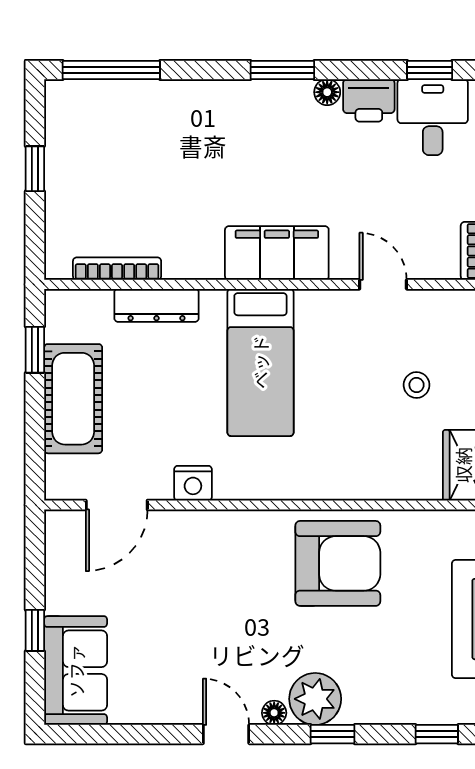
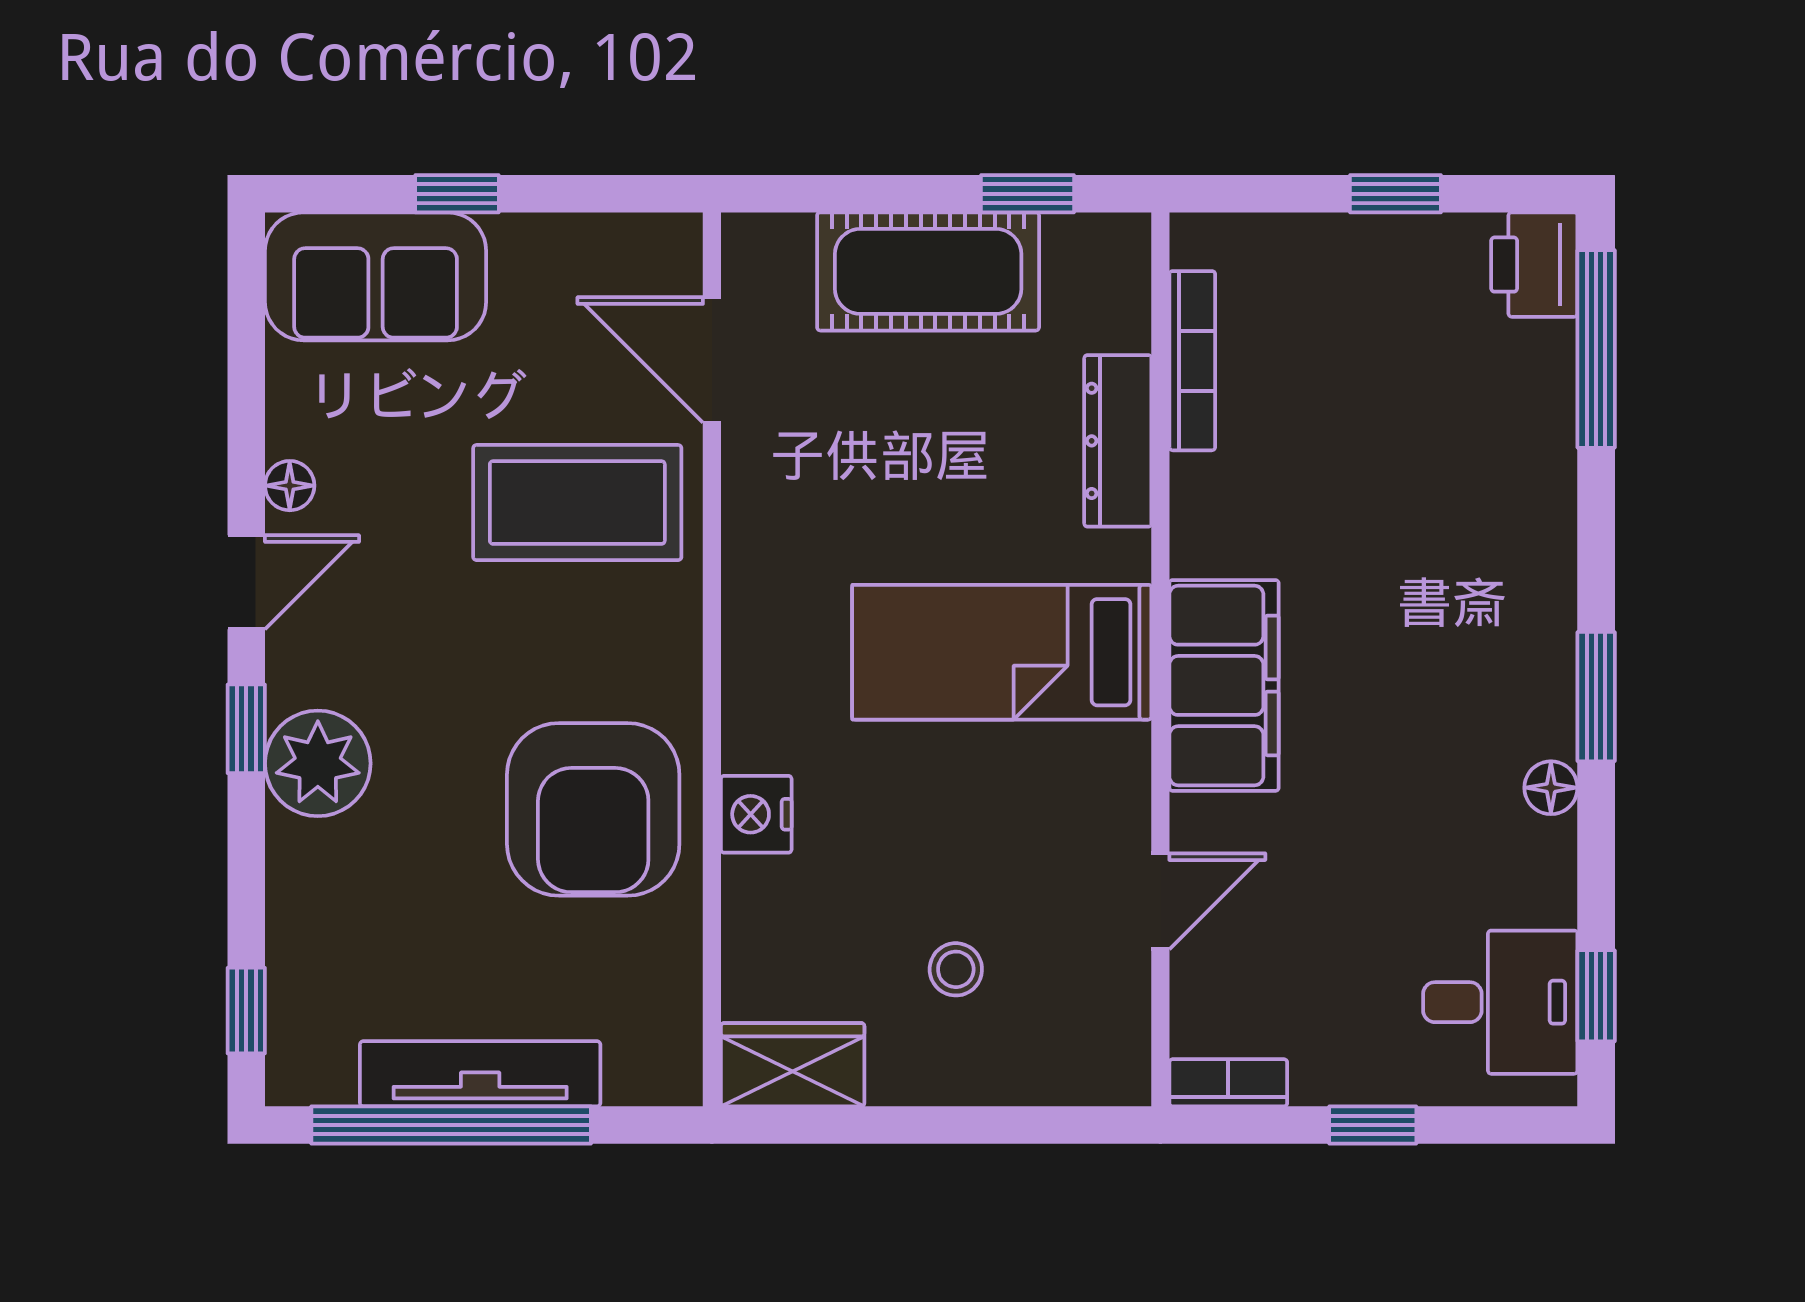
printer: (369, 100) -> (1534, 265), moved
nightstand: (193, 483) -> (756, 814), moved
coffee table: (187, 571) -> (577, 503), added
floor lamp: (274, 713) -> (290, 486), moved
window: (333, 734) -> (246, 729), moved

